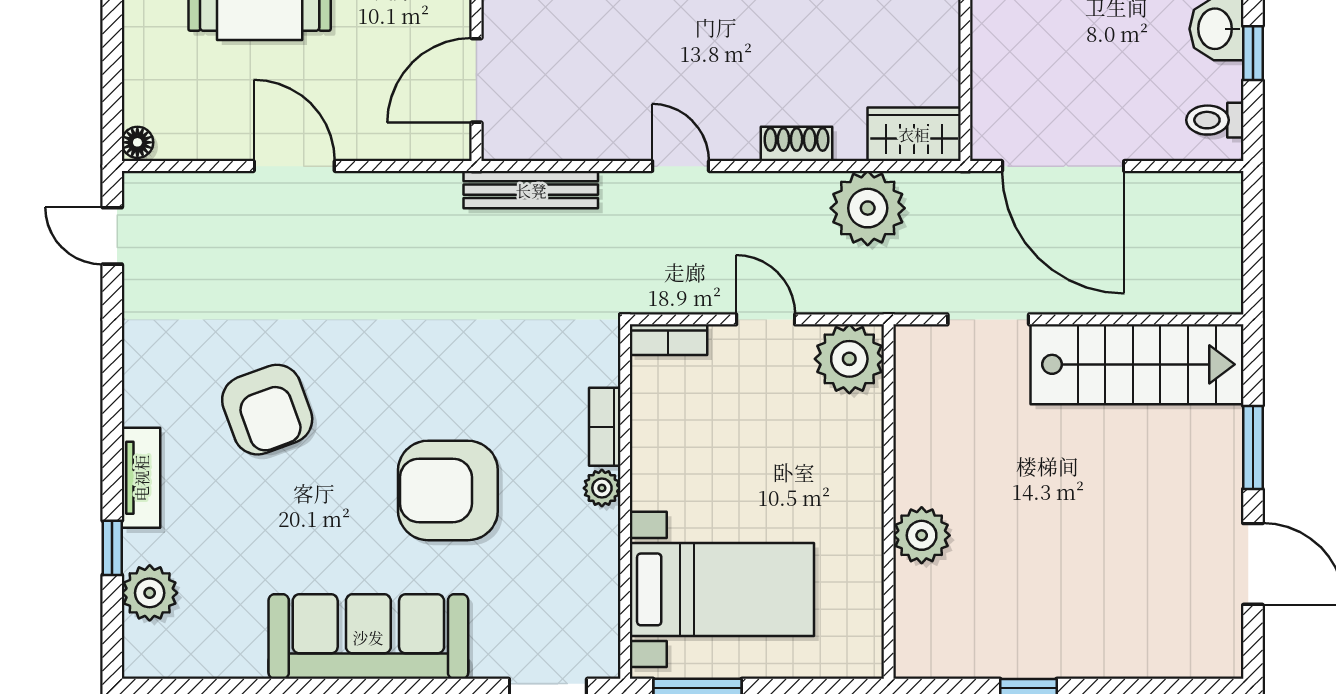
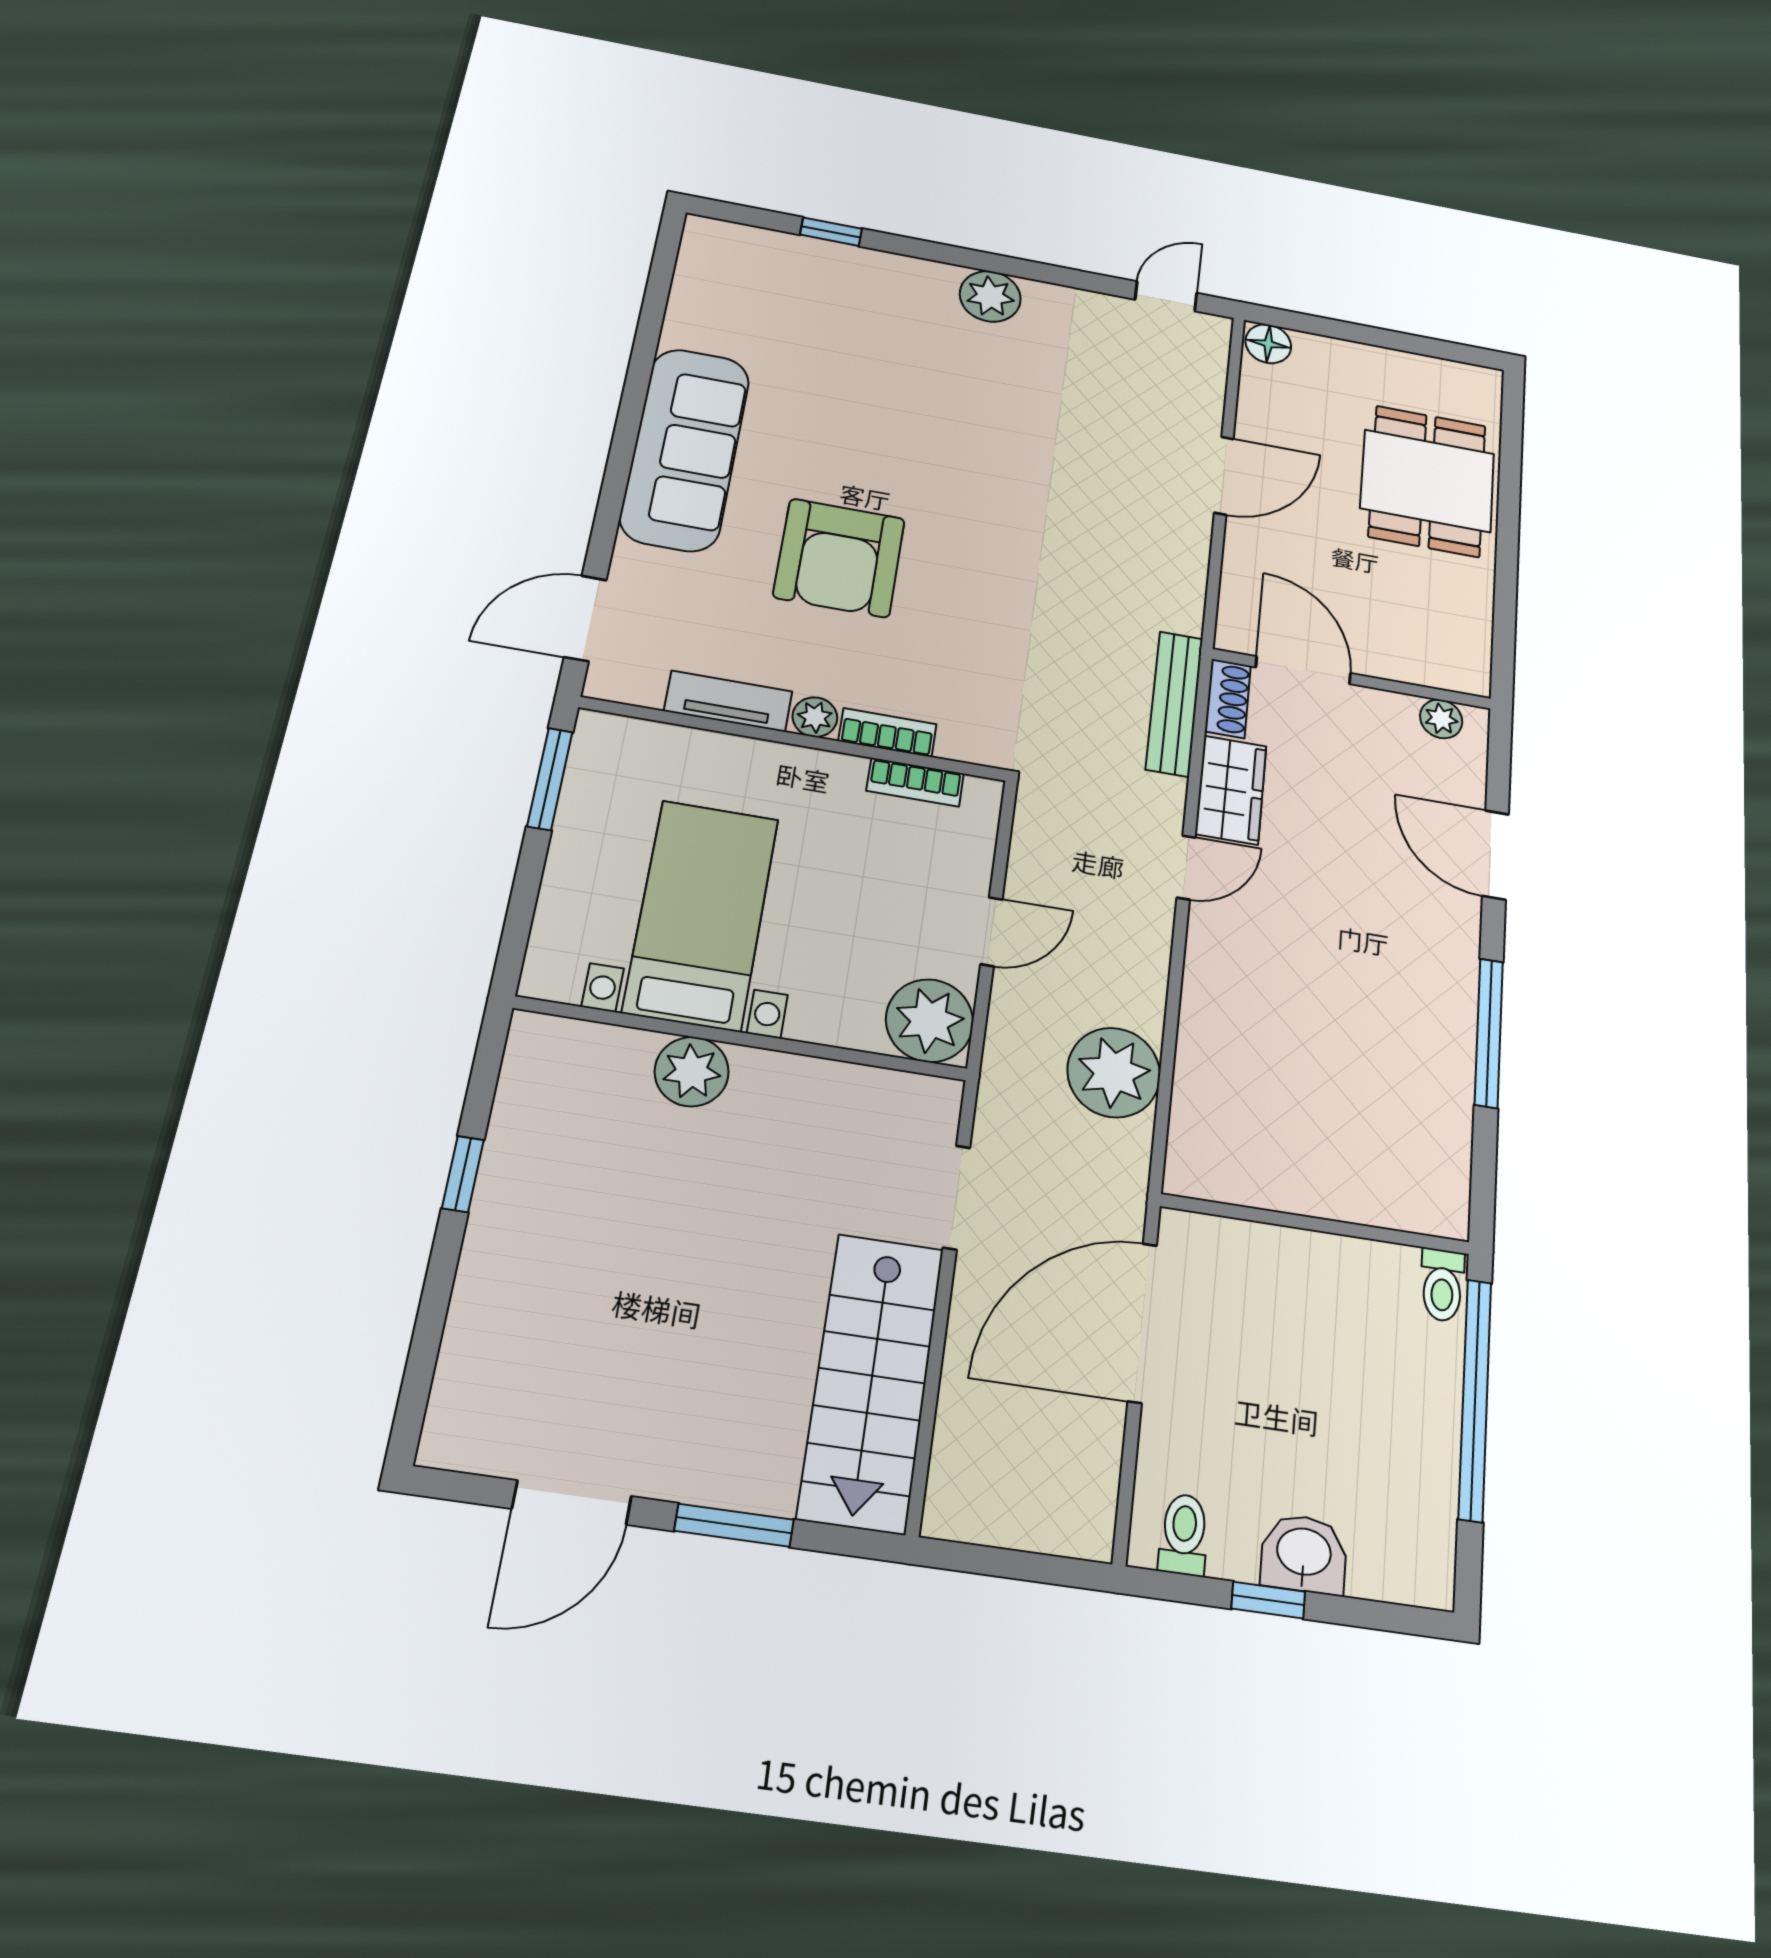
wardrobe: (914, 134) -> (1231, 790), moved
floor lamp: (137, 142) -> (1268, 344), width x1.37, depth x1.37
shoe rack: (797, 144) -> (1228, 698), moved
bookcase: (668, 340) -> (915, 782), moved, turned -90
armchair: (267, 410) -> (959, 400), removed
tv unit: (141, 478) -> (728, 701), moved, turned 180
armchair: (448, 490) -> (839, 558), turned 180
bed with nightstands: (722, 589) -> (701, 915), moved, turned 180
plant: (150, 593) -> (990, 296), moved

